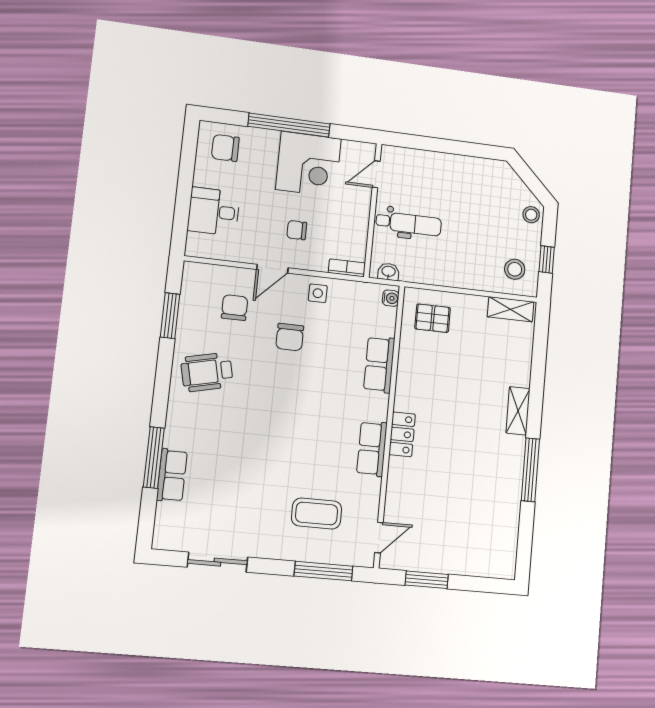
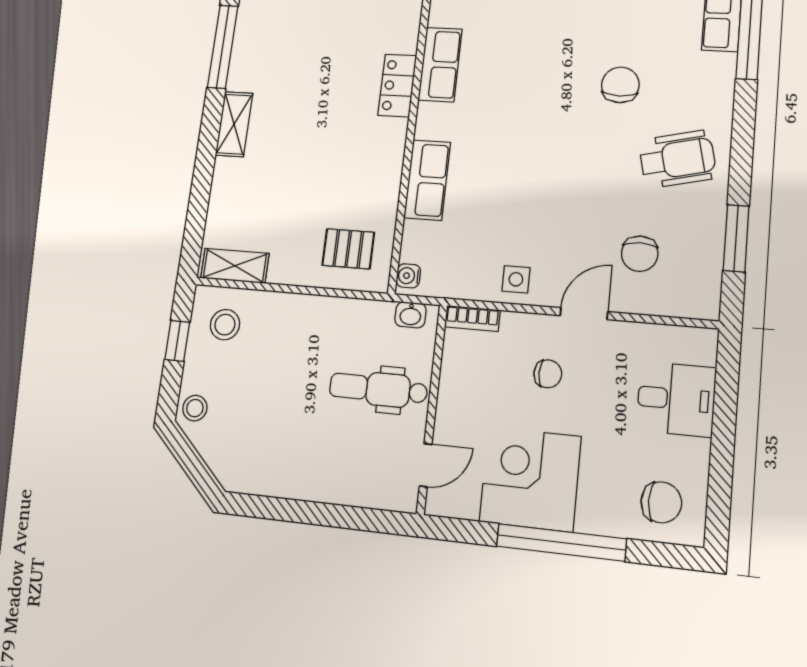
chair: (290, 337) -> (620, 85), moved

